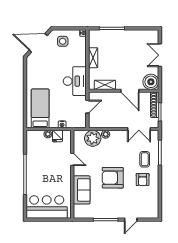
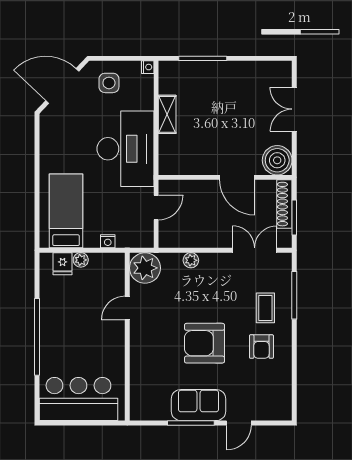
desk: (75, 81) -> (125, 149), width x1.36, depth x1.30
shelving: (105, 85) -> (190, 166), removed
double door: (139, 129) -> (255, 250), swing flipped
fridge: (57, 136) -> (63, 264), moved
plant: (93, 138) -> (145, 268), moved
door: (72, 159) -> (127, 308), swing flipped
sofa: (82, 190) -> (198, 405), moved, turned -90

